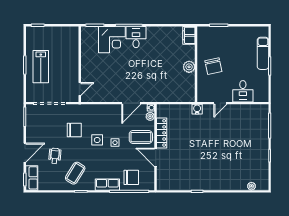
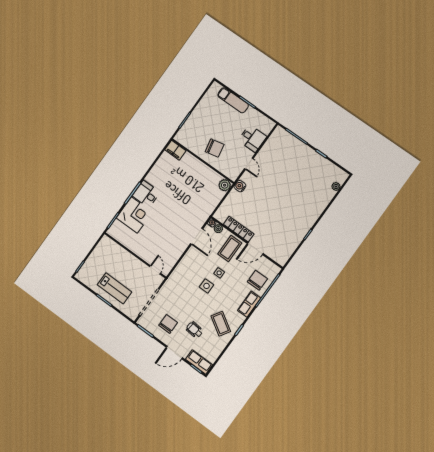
plant: (189, 67) -> (225, 185), moved
chair: (74, 130) -> (168, 324), moved
door: (25, 153) -> (174, 353), swing flipped

